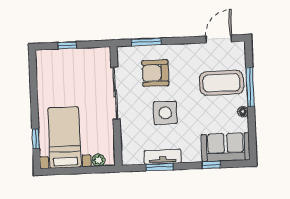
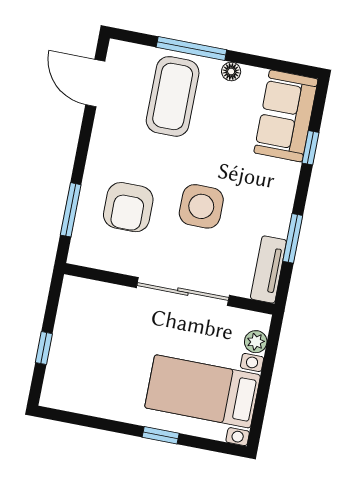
sliding door: (115, 93) -> (183, 292), moved
window: (36, 139) -> (161, 435), moved
tv unit: (163, 157) -> (268, 269), moved

